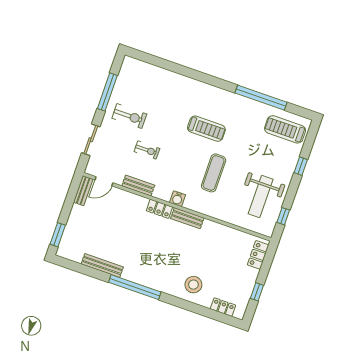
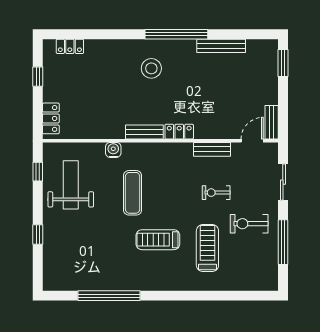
treadmill: (285, 129) -> (207, 248), moved, turned -90
water cooler: (177, 199) -> (113, 150), moved
stool: (193, 285) -> (151, 68), moved

